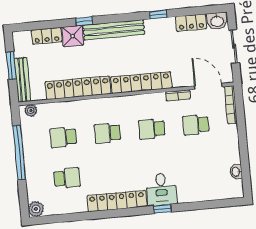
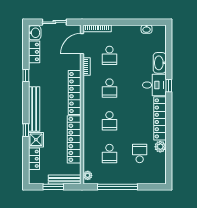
washbasin: (192, 194) -> (160, 63), added
plant: (36, 209) -> (160, 147), moved

